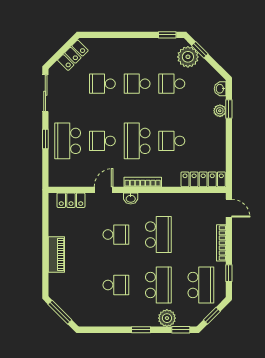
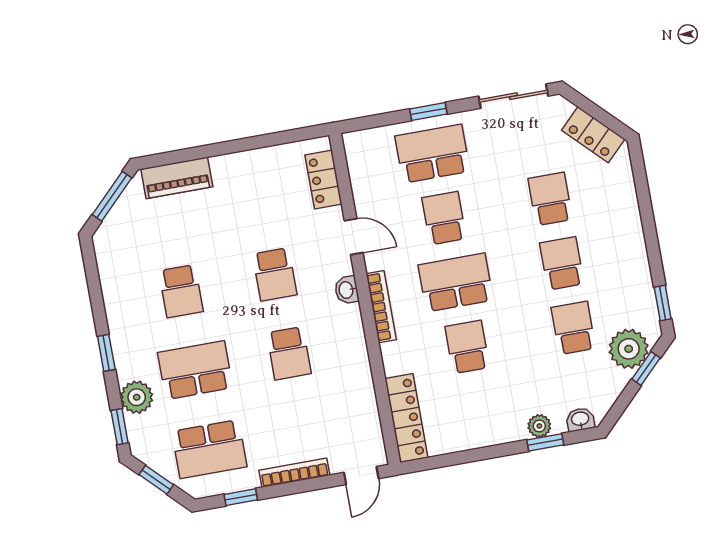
school desk: (158, 235) -> (289, 353), width x0.54
piano: (56, 254) -> (177, 178), moved
school desk: (158, 285) -> (195, 370), turned 180

